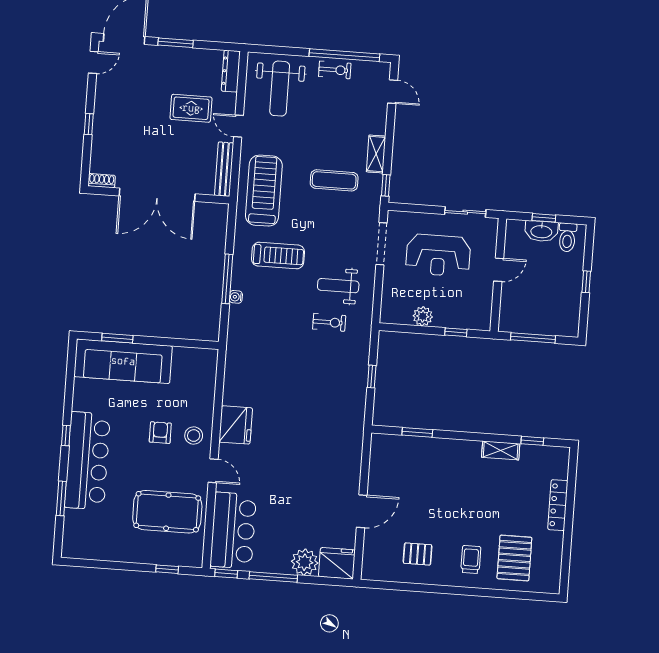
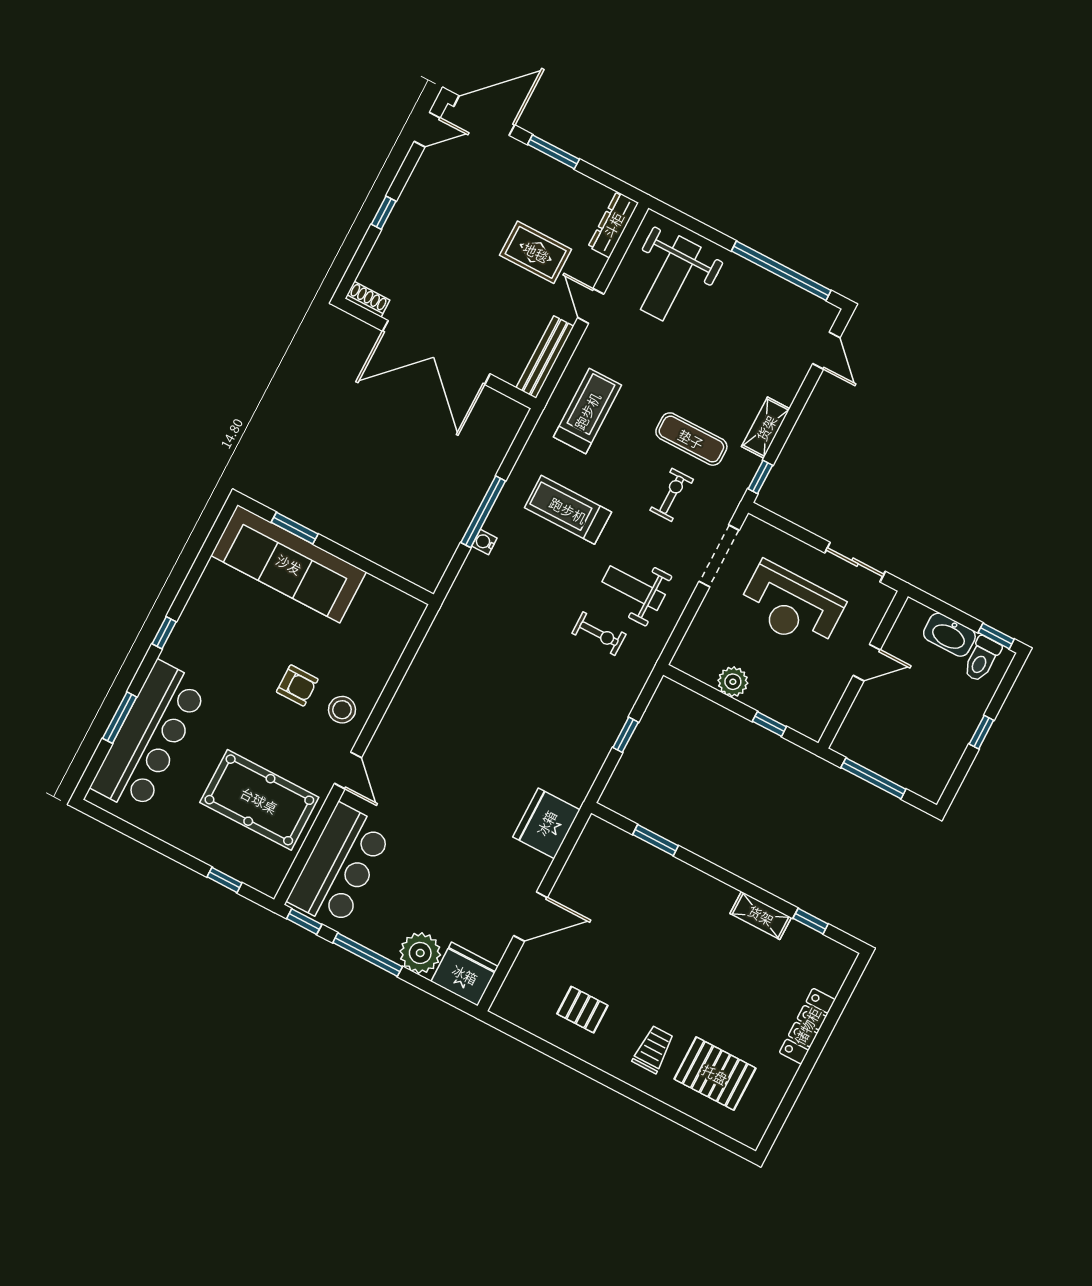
exercise bike: (335, 70) -> (672, 495), moved, turned -90
treadmill: (264, 191) -> (587, 411), width x0.73, depth x0.73
window: (544, 218) -> (996, 636), moved
treadmill: (278, 255) -> (568, 510), turned 180
fridge: (236, 425) -> (546, 823), moved, turned 180
armchair: (160, 433) -> (297, 685), turned 90
bar counter: (87, 461) -> (149, 737), moved
pallet: (514, 558) -> (715, 1074), turned 90

